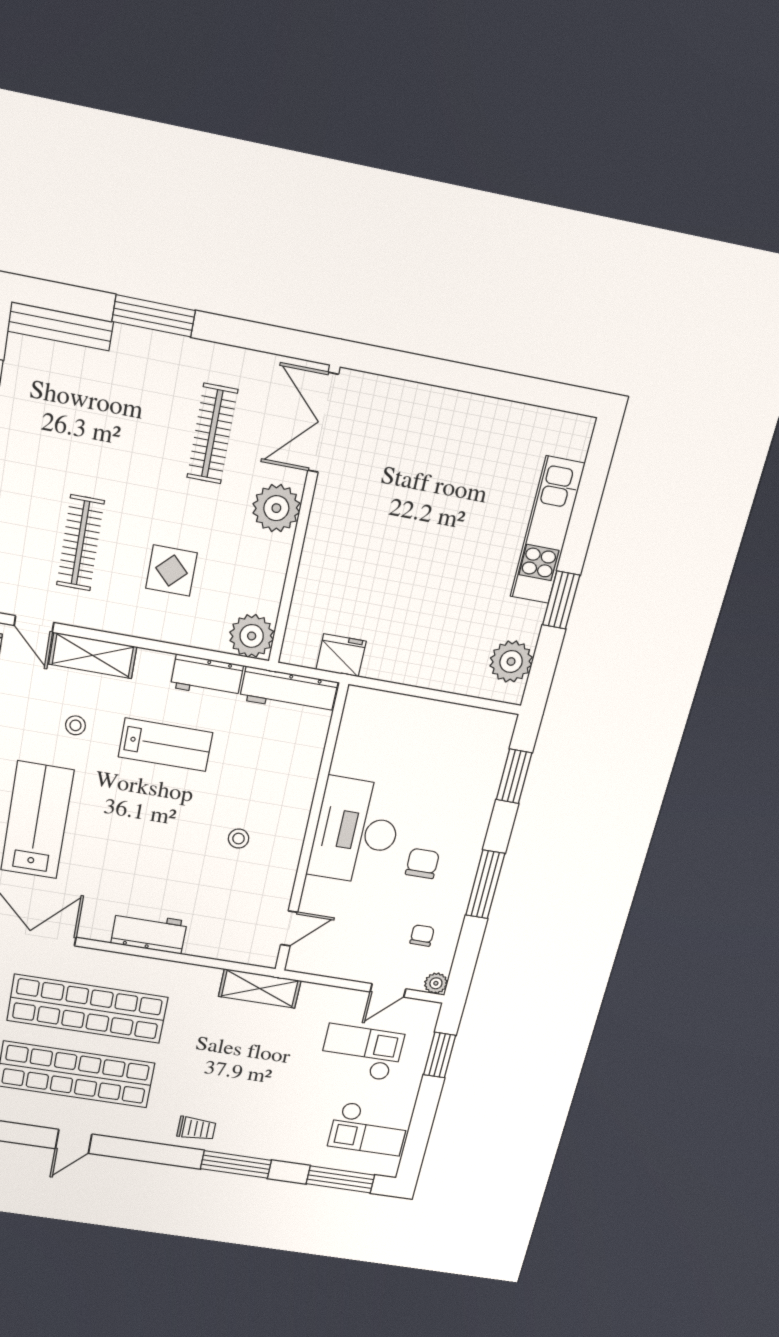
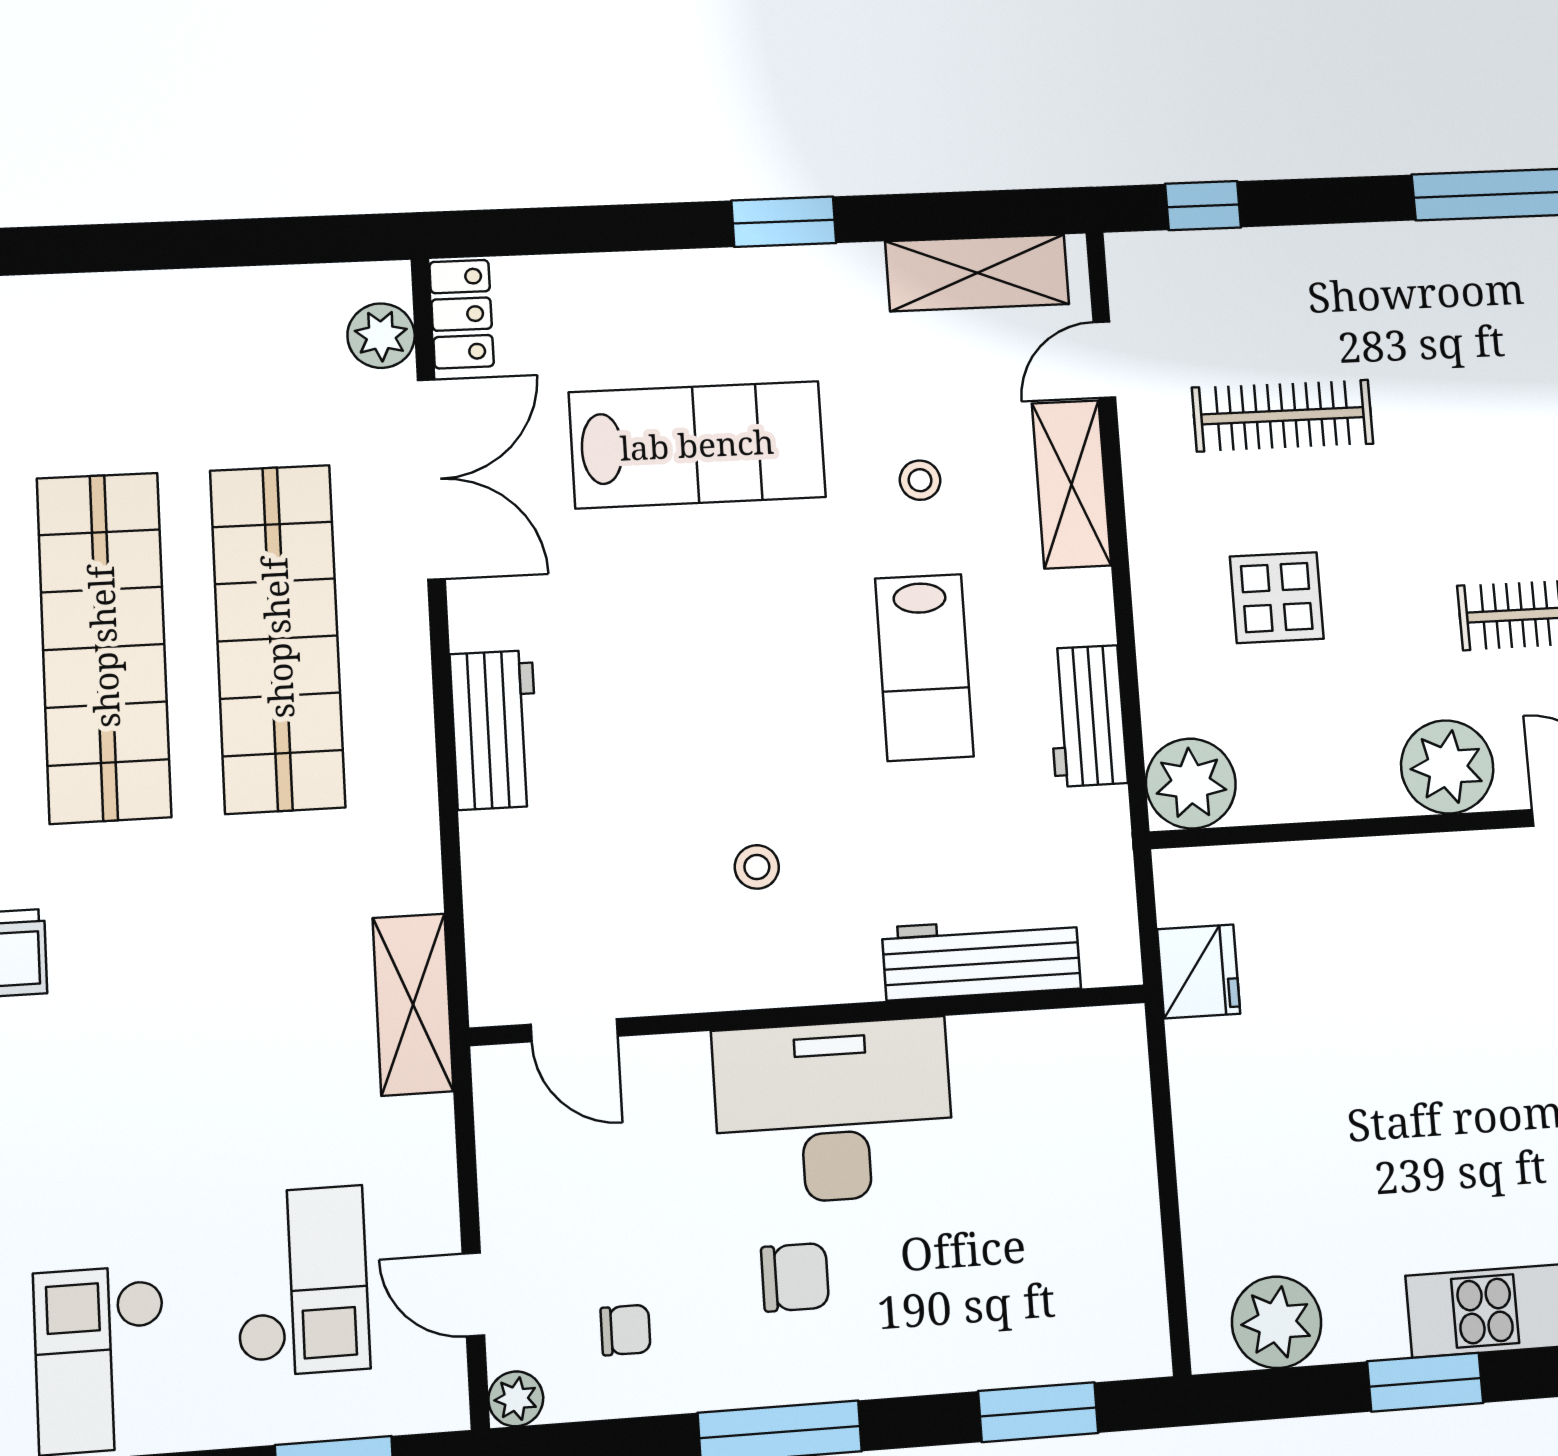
workbench: (289, 691) -> (981, 958), moved, turned 90

